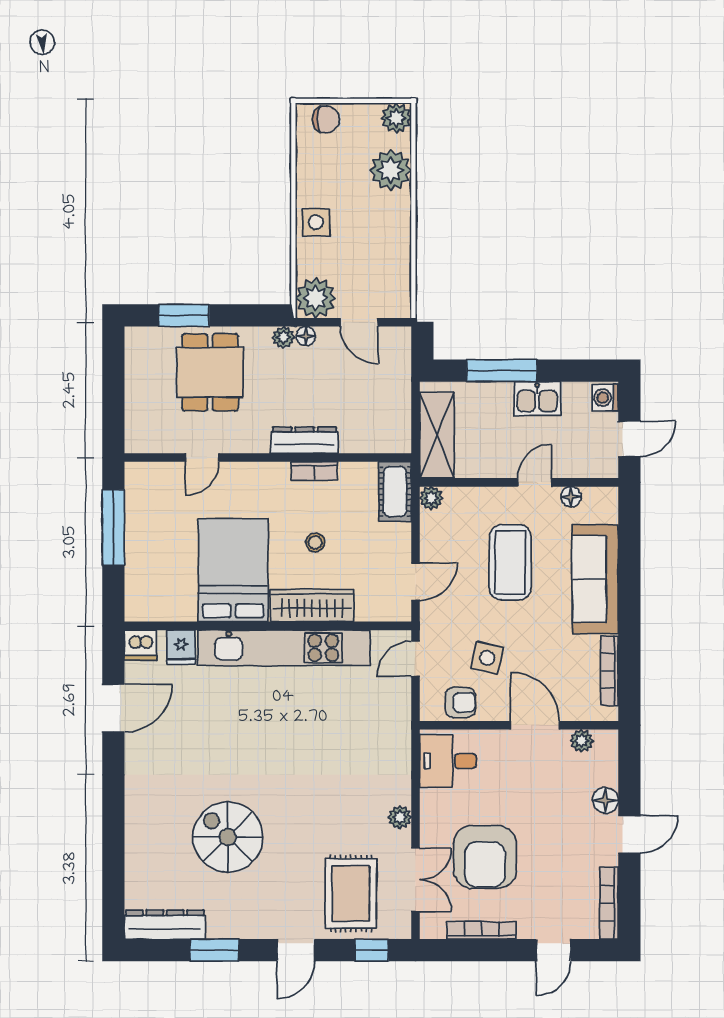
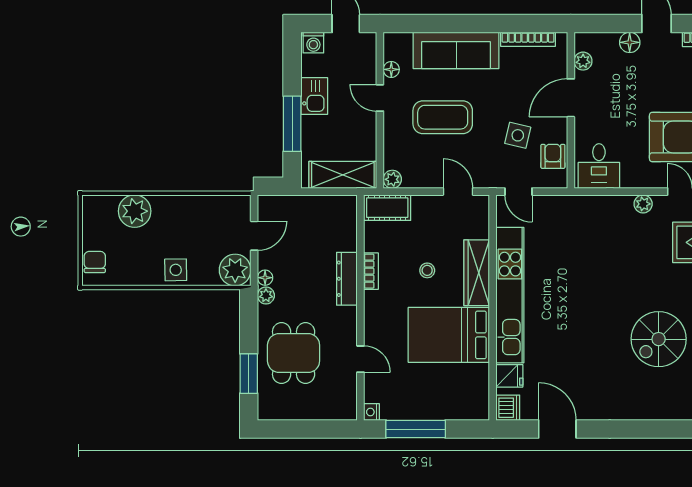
plant: (396, 118) -> (94, 207), removed
dining table: (210, 372) -> (294, 353), turned 90
nightstand: (135, 472) -> (372, 412), added

